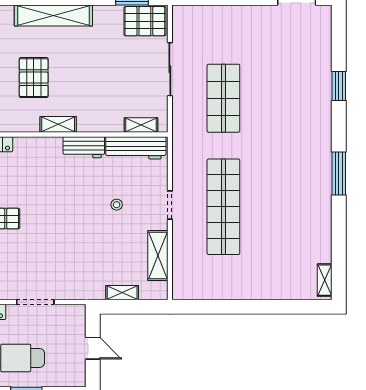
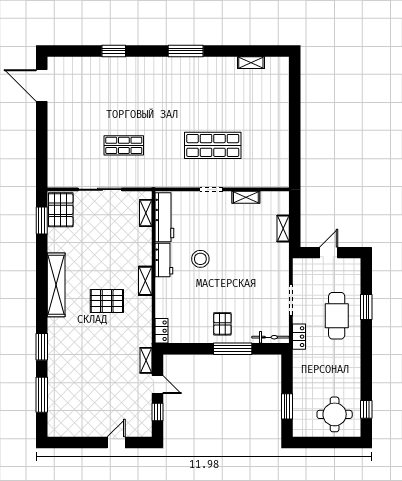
shop shelf: (223, 98) -> (124, 145), width x0.70, depth x0.74
stool: (117, 205) -> (200, 259), moved, width x1.89, depth x1.89
shop shelf: (223, 207) -> (213, 145), width x0.71
shelving: (158, 256) -> (246, 197), width x0.67, depth x0.75
shelving: (325, 280) -> (251, 63), moved

